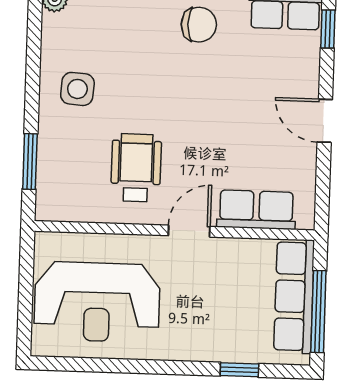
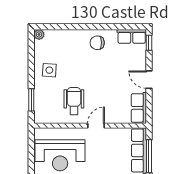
chair: (199, 25) -> (97, 43), turned 180
row of seats: (256, 210) -> (139, 108), moved, turned -90

